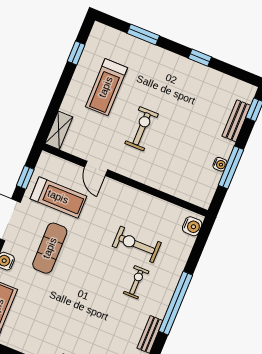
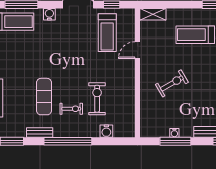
exercise bike: (142, 129) -> (172, 83), moved, turned -30
water cooler: (192, 226) -> (106, 131), moved
exercise mat: (50, 248) -> (44, 97), moved, turned 90

